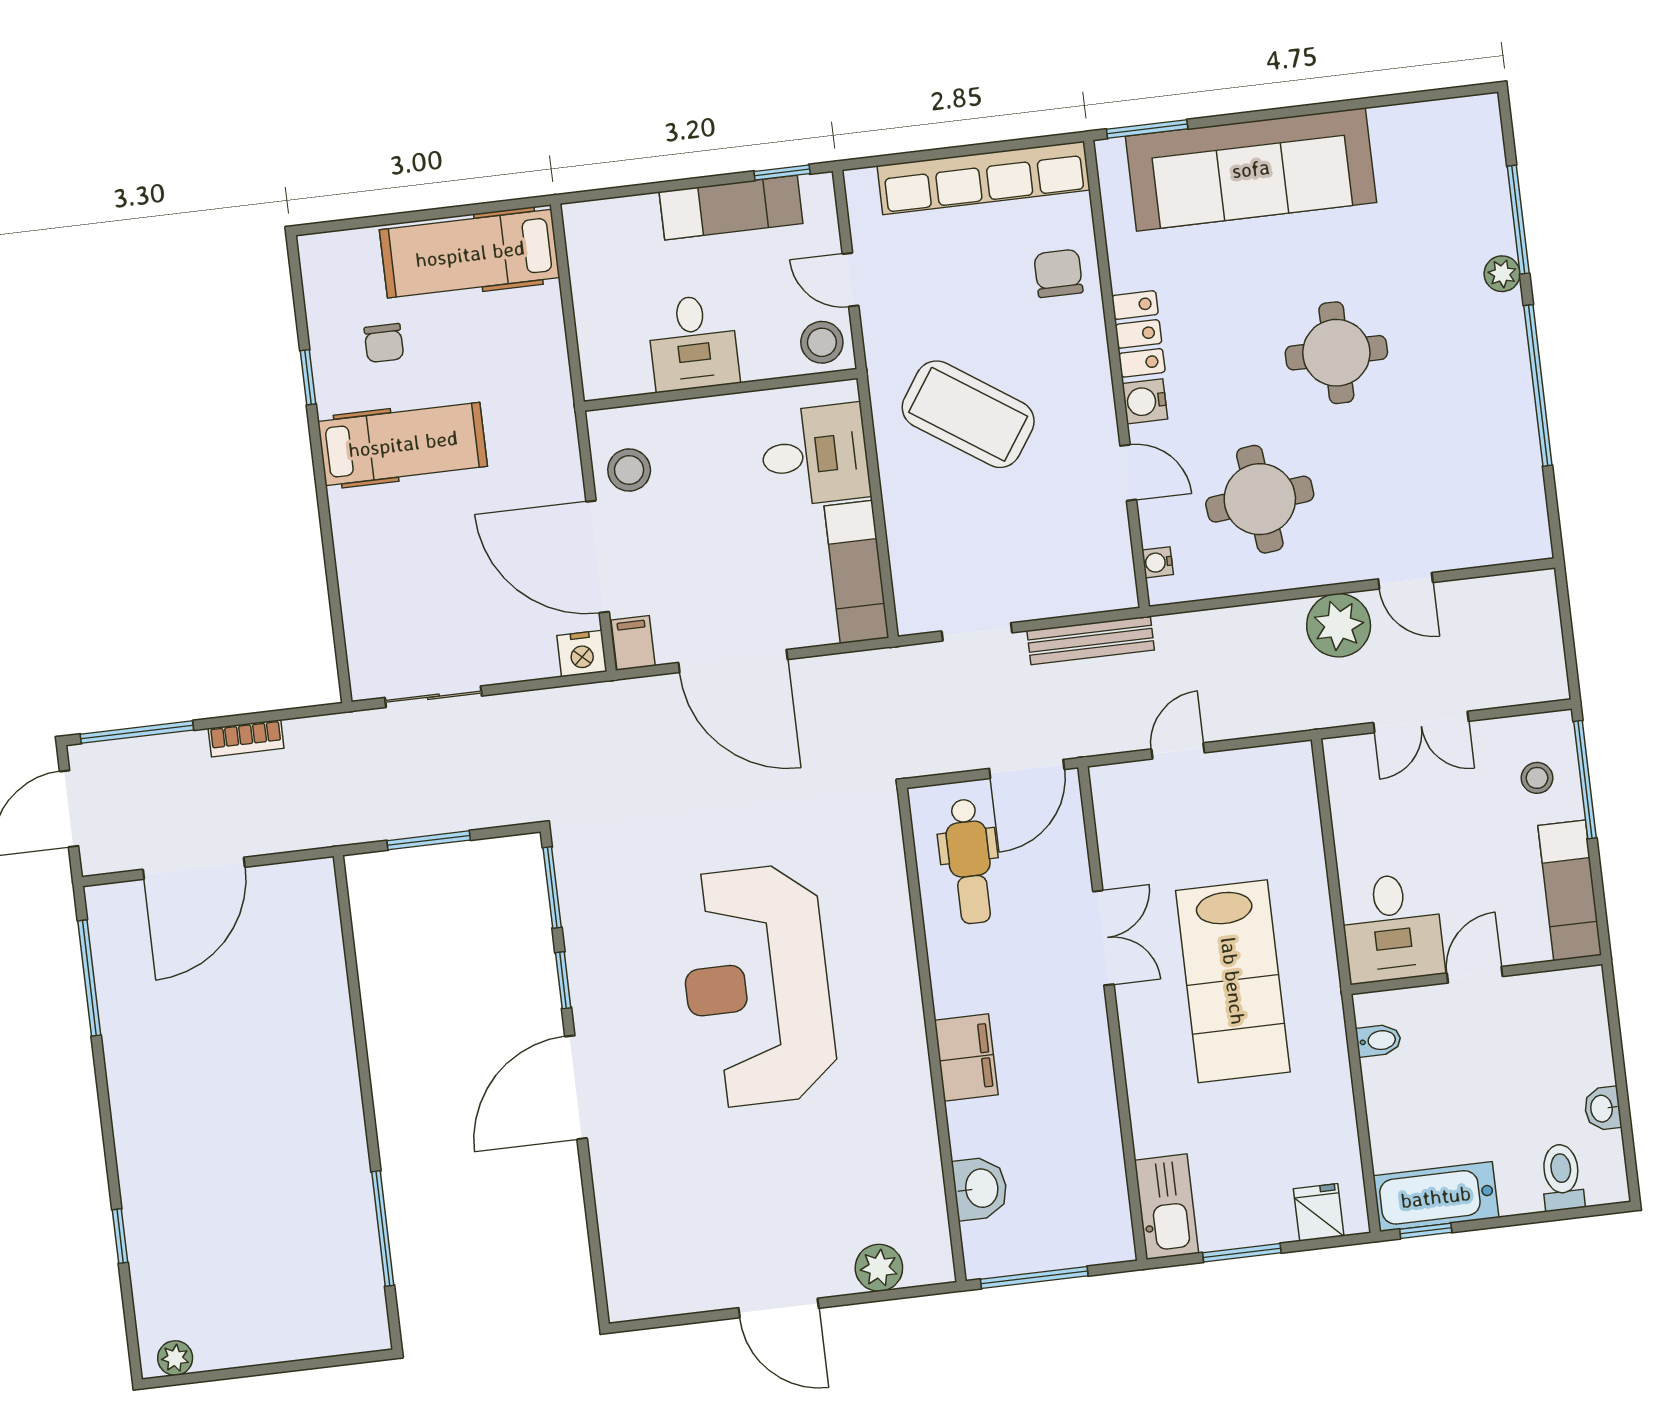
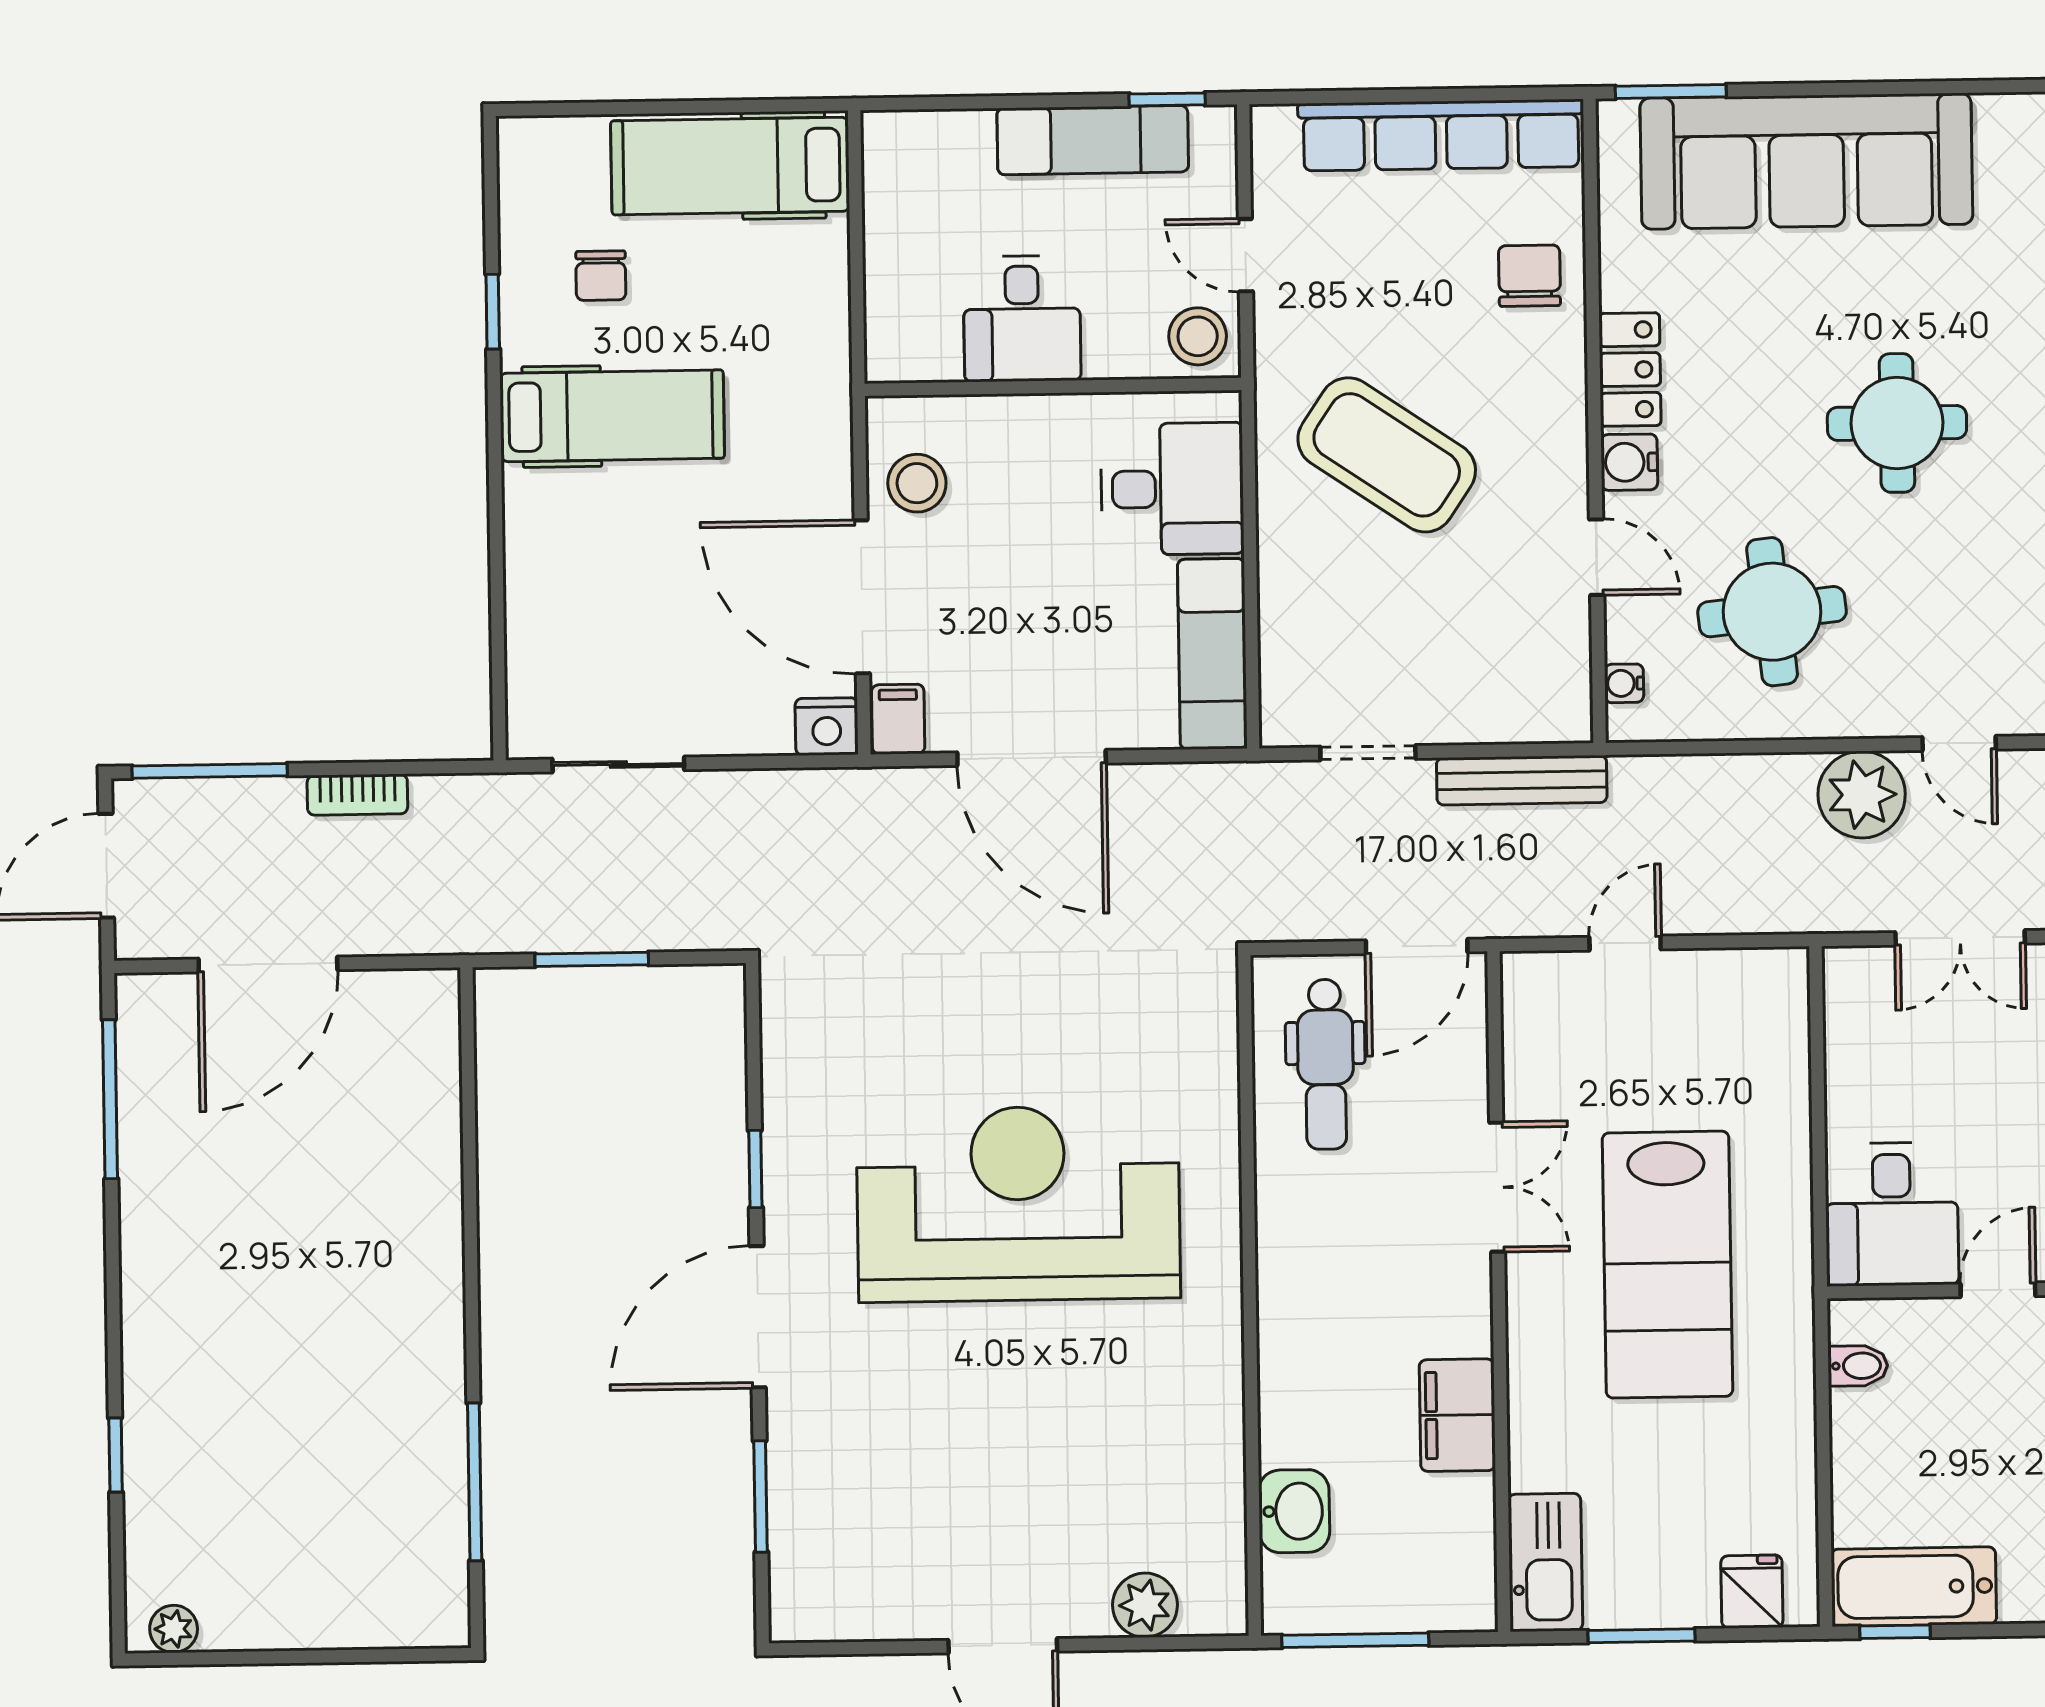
window: (552, 888) -> (760, 1497), moved
reception desk: (757, 986) -> (1018, 1204), turned 90
filing cabinet: (966, 1058) -> (1457, 1415), moved, turned 180

